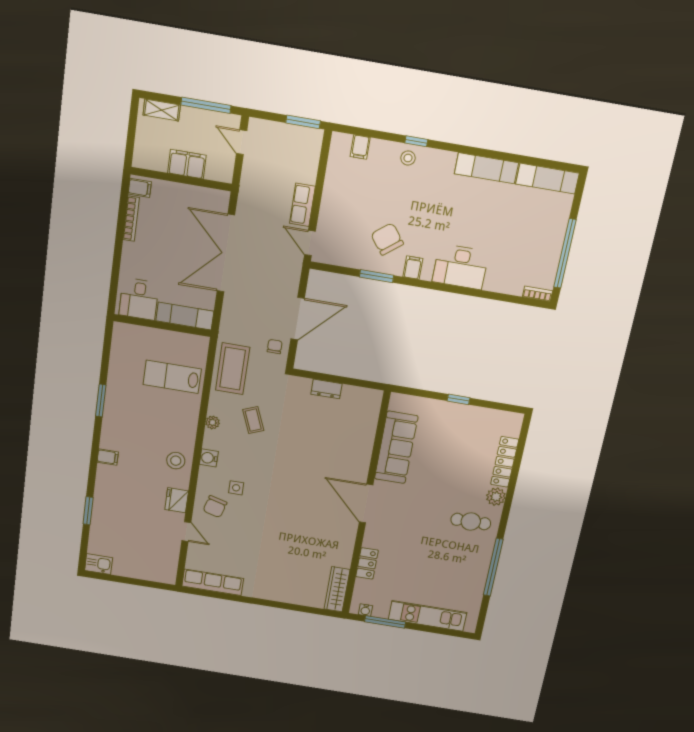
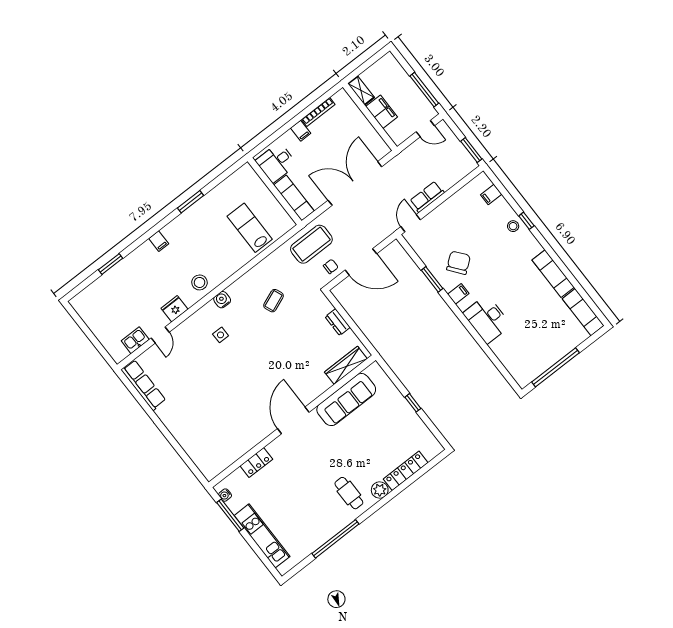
shelving: (162, 110) -> (361, 91), moved
door: (242, 142) -> (425, 129), swing flipped
filing cabinet: (140, 188) -> (301, 131), moved
bookcase: (538, 294) -> (518, 378), removed
coffee table: (233, 369) -> (311, 244), moved
plant: (213, 422) -> (247, 279), removed
chair: (215, 507) -> (195, 335), removed
kitchen sink: (99, 564) -> (135, 340), moved, turned -90
wardrobe: (337, 589) -> (346, 365), moved

